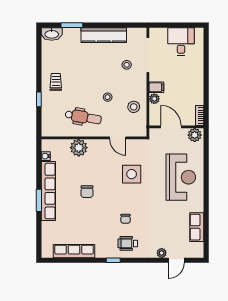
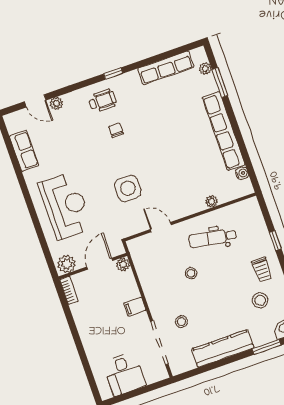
plant: (154, 99) -> (123, 264), moved
stool: (134, 107) -> (260, 300), moved
door: (171, 127) -> (100, 264), swing flipped
plant: (79, 148) -> (212, 201), width x0.53, depth x0.53
reception desk: (181, 177) -> (65, 206), turned 180
chair: (87, 192) -> (176, 147), removed
window: (39, 200) -> (220, 83), moved
plant: (46, 241) -> (205, 69), added
door: (176, 260) -> (35, 101), swing flipped

